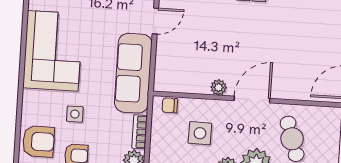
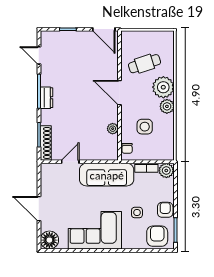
door: (155, 21) -> (70, 162), hinge flipped
plant: (219, 87) -> (113, 129), moved

